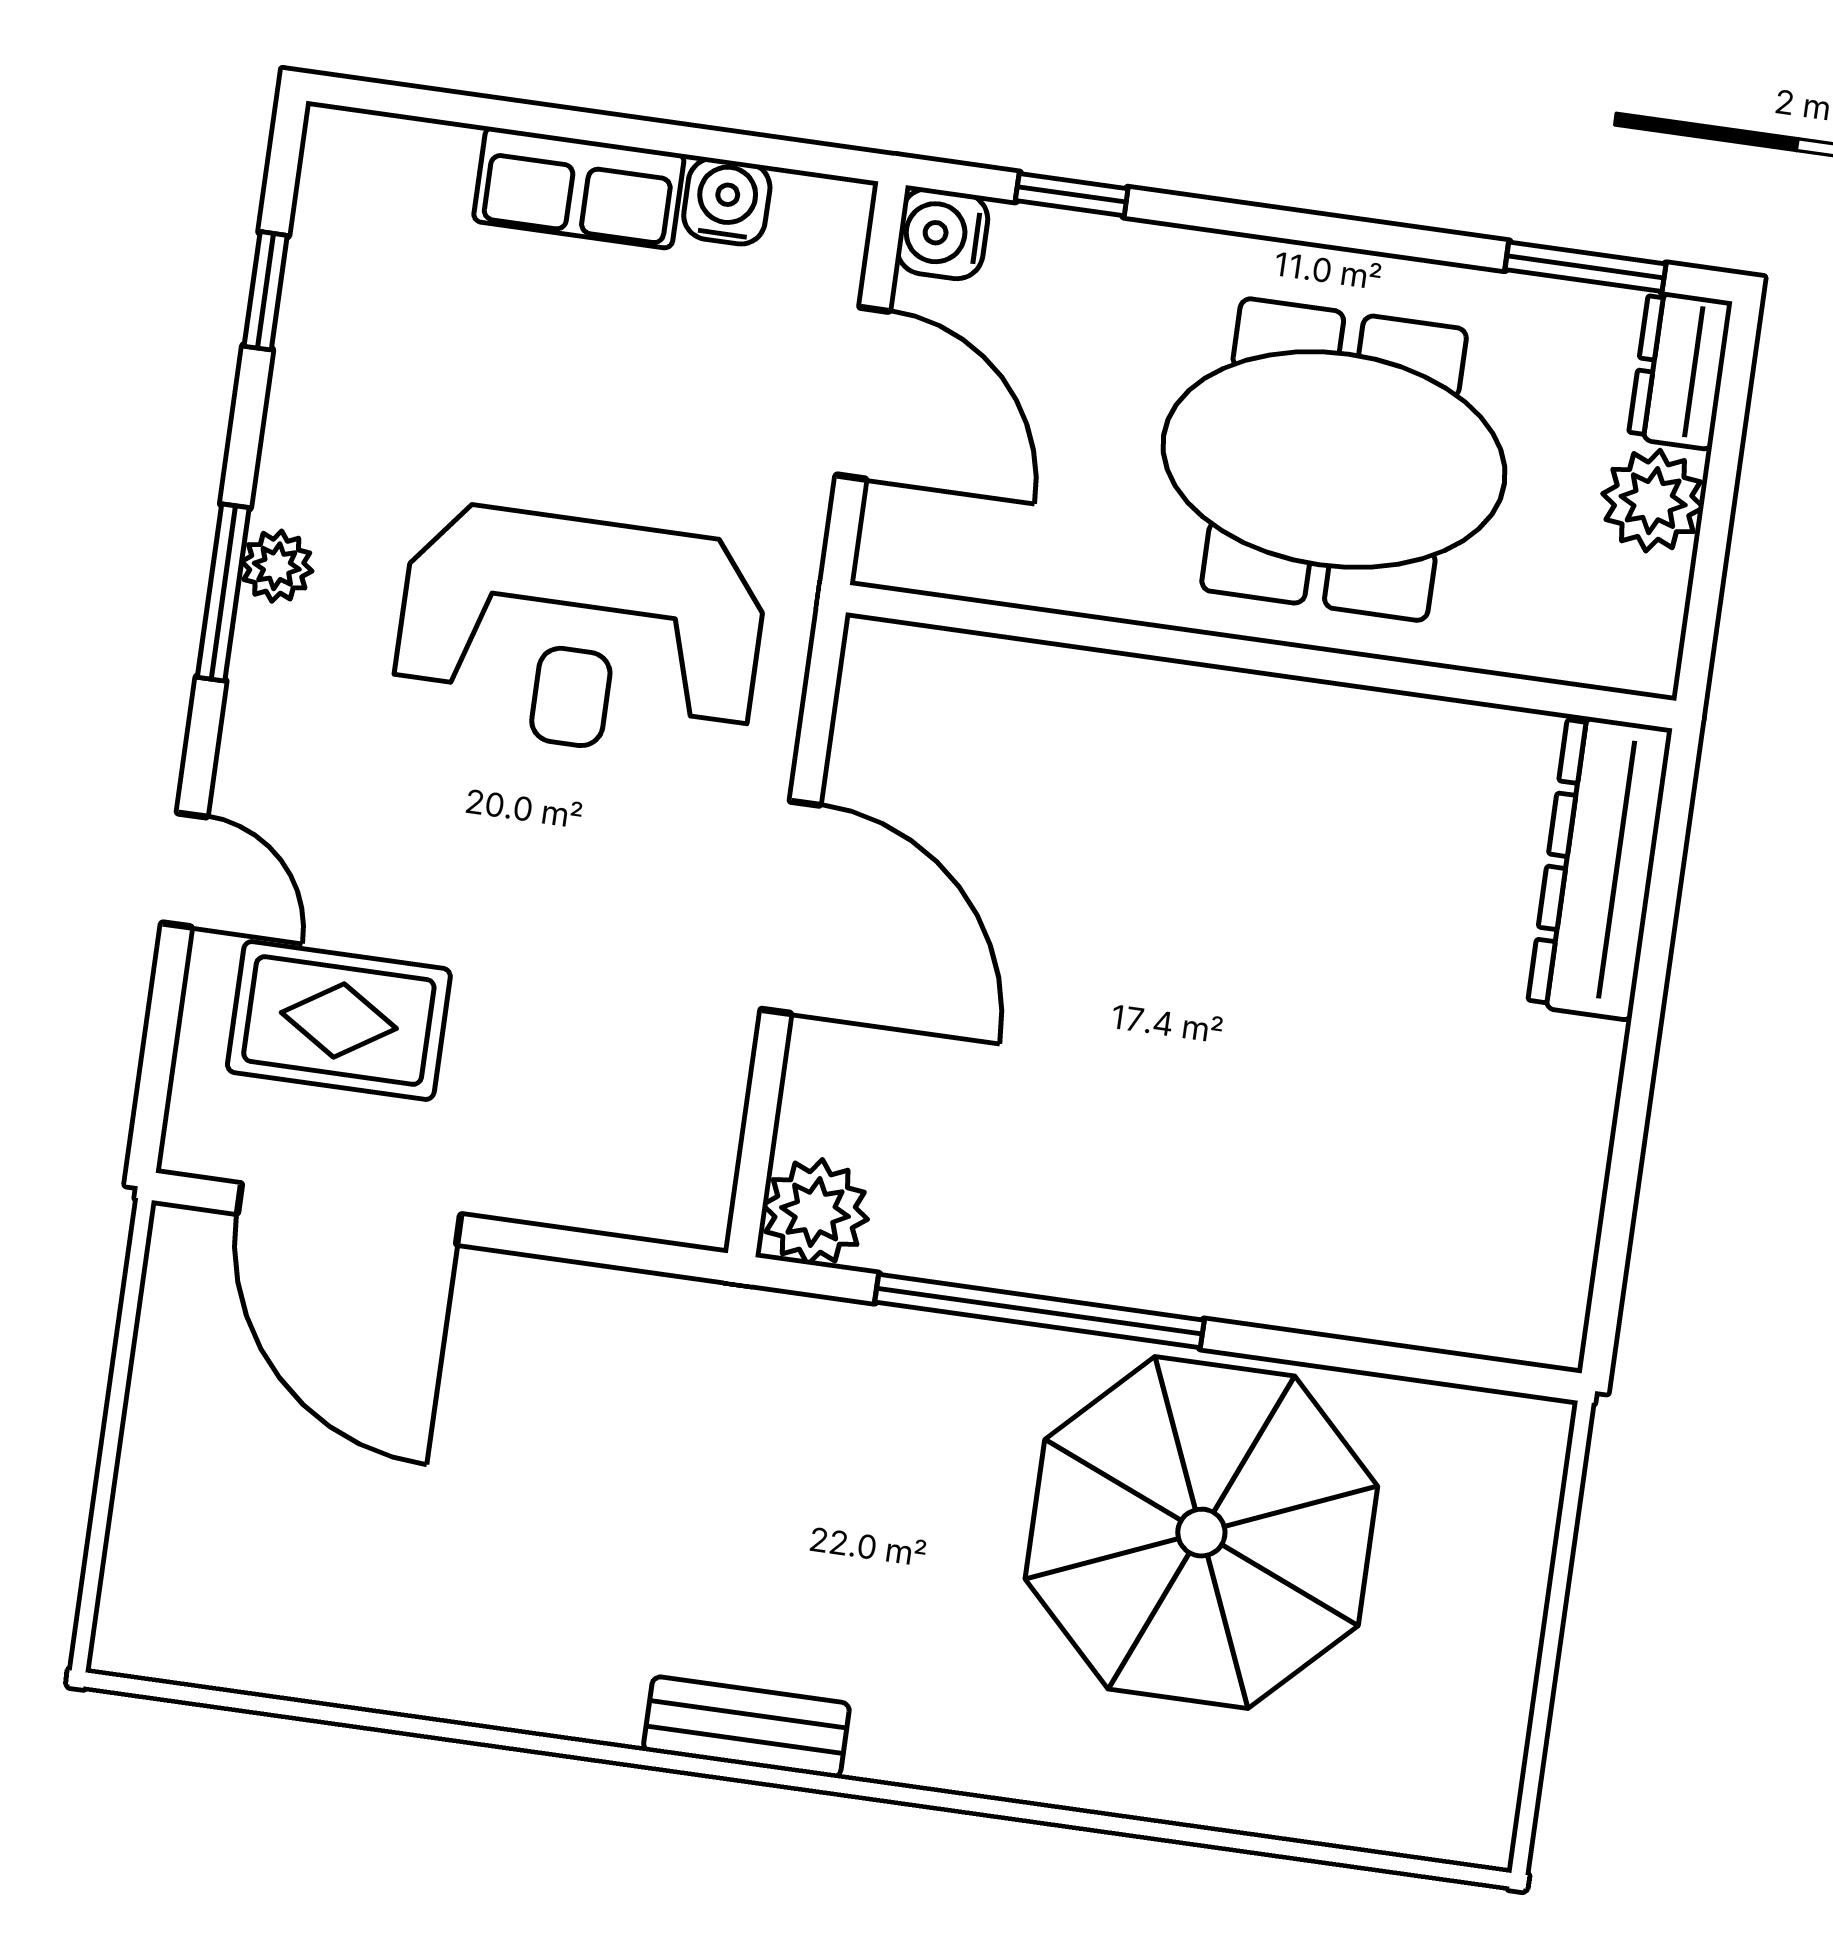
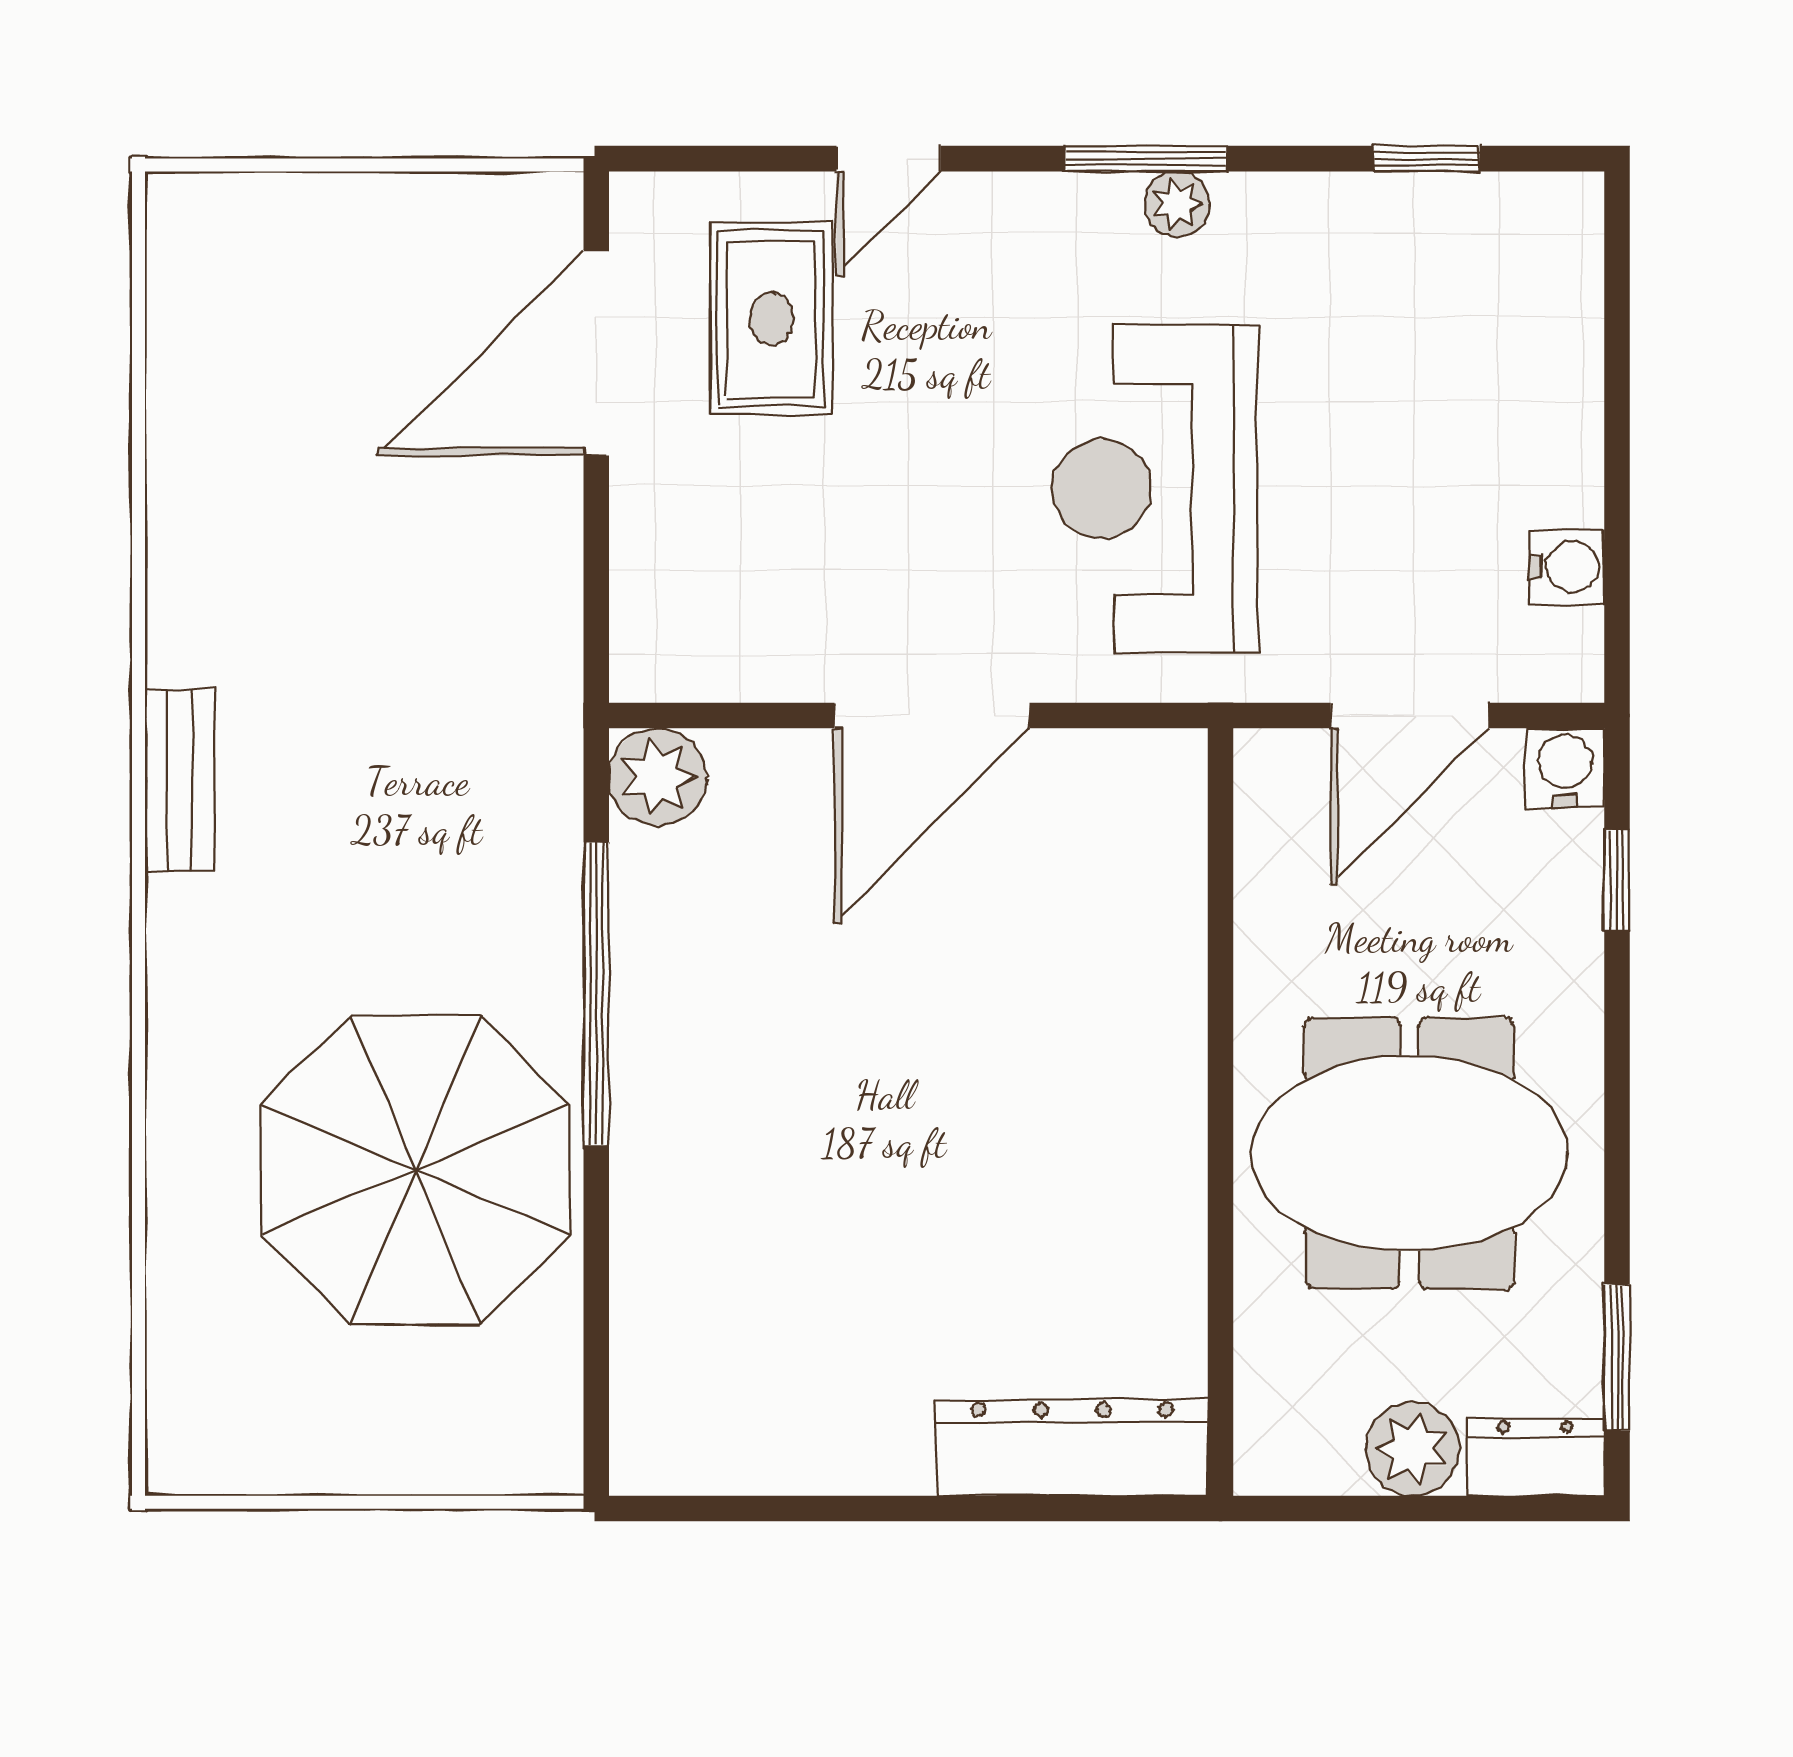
row of seats: (579, 188) -> (1560, 431), removed
meeting table: (1334, 460) -> (1409, 1153), turned 90

